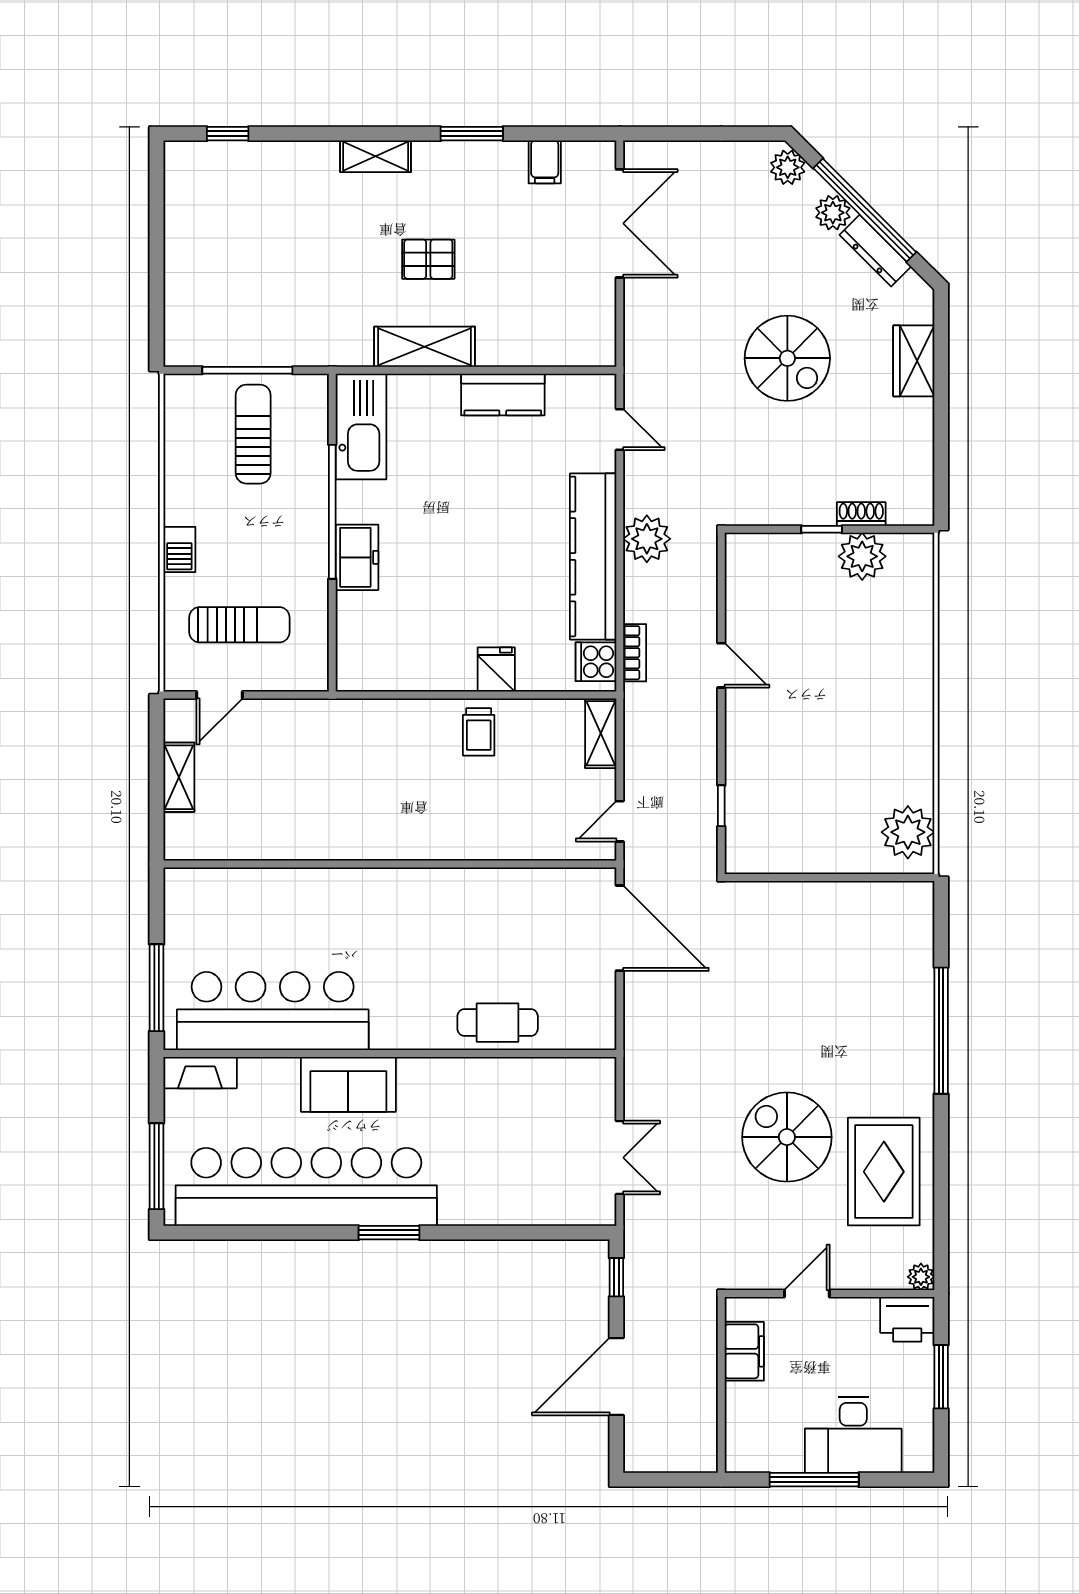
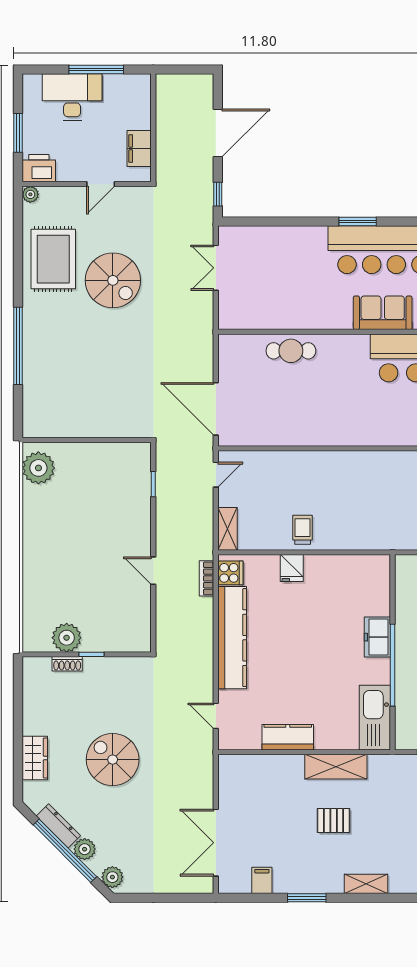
plant: (647, 539) -> (199, 648), removed

